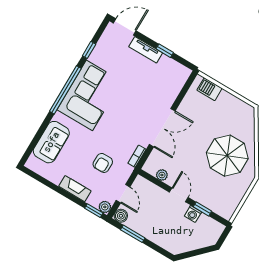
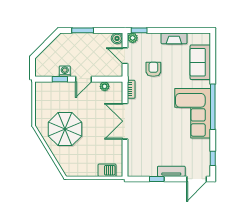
window: (89, 50) -> (213, 158), moved
fireplace: (75, 189) -> (174, 38), moved
door: (179, 195) -> (84, 79), hinge flipped
window: (133, 234) -> (83, 30), moved

